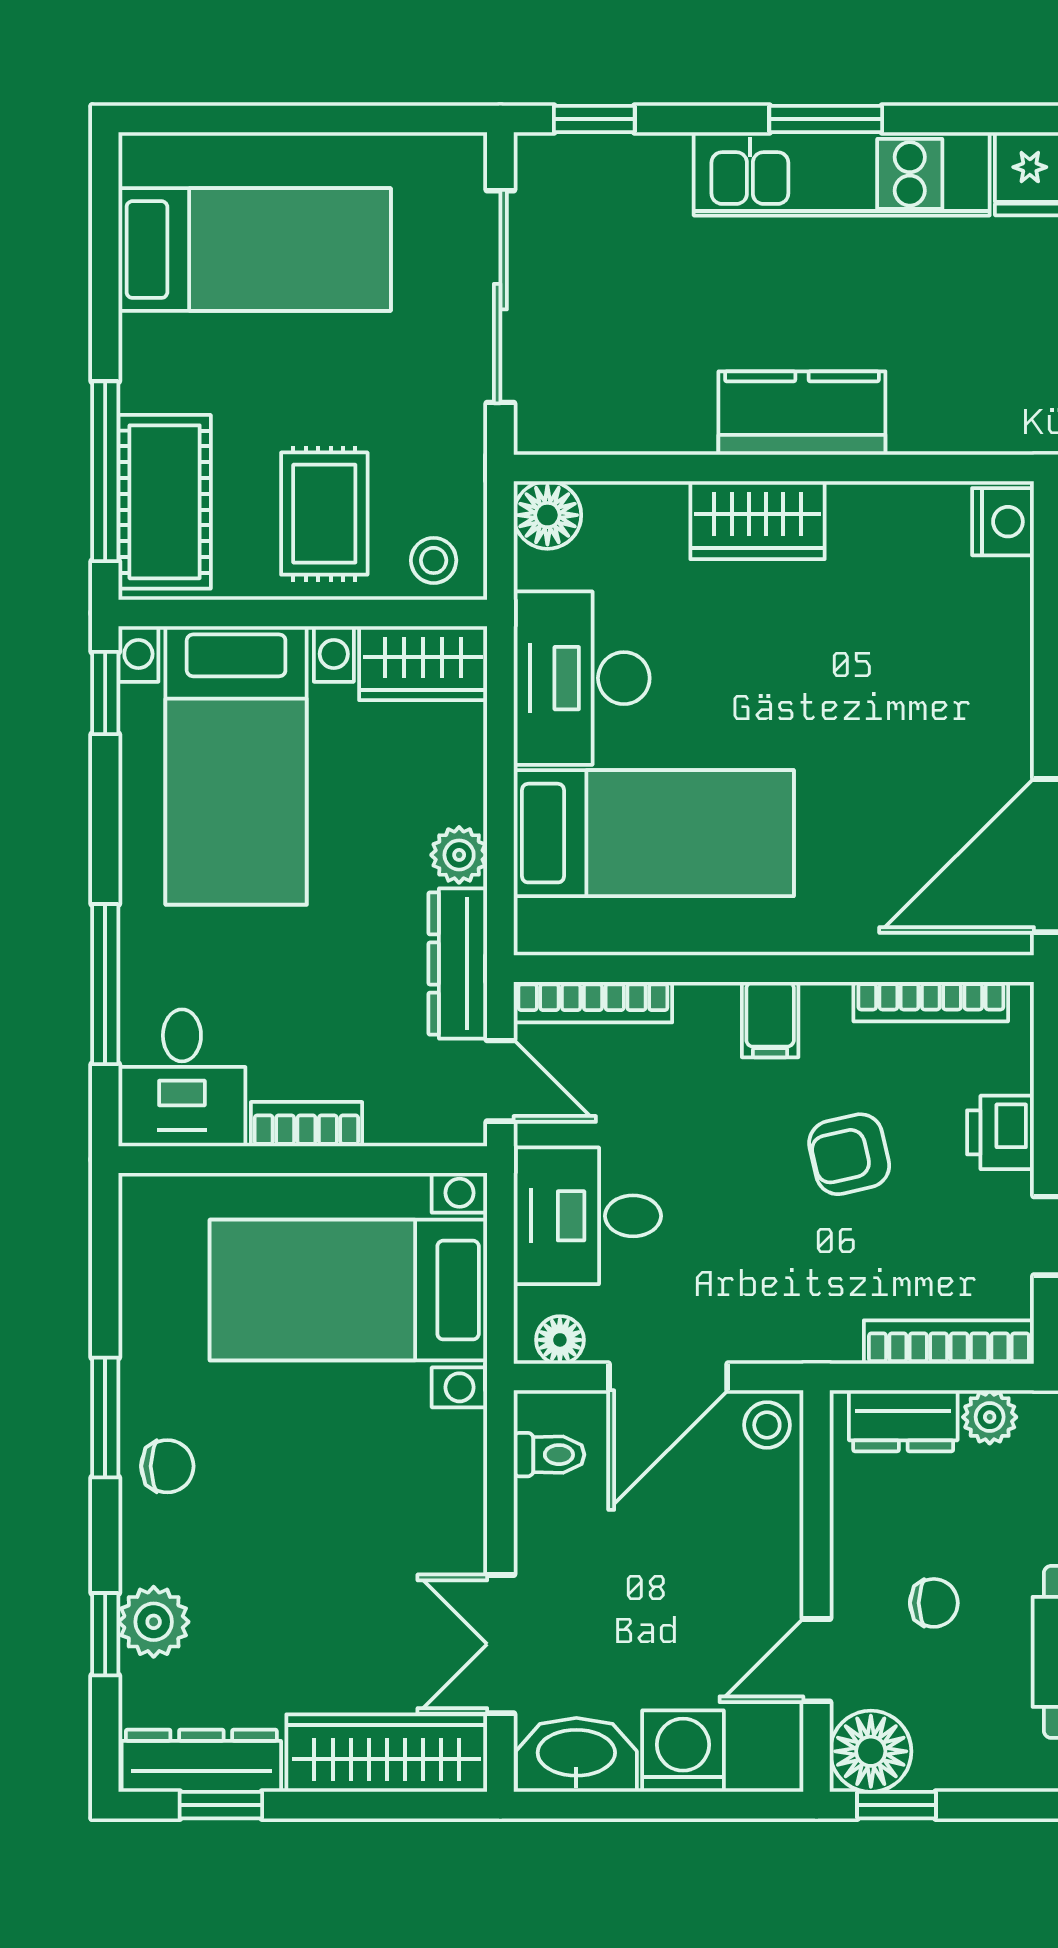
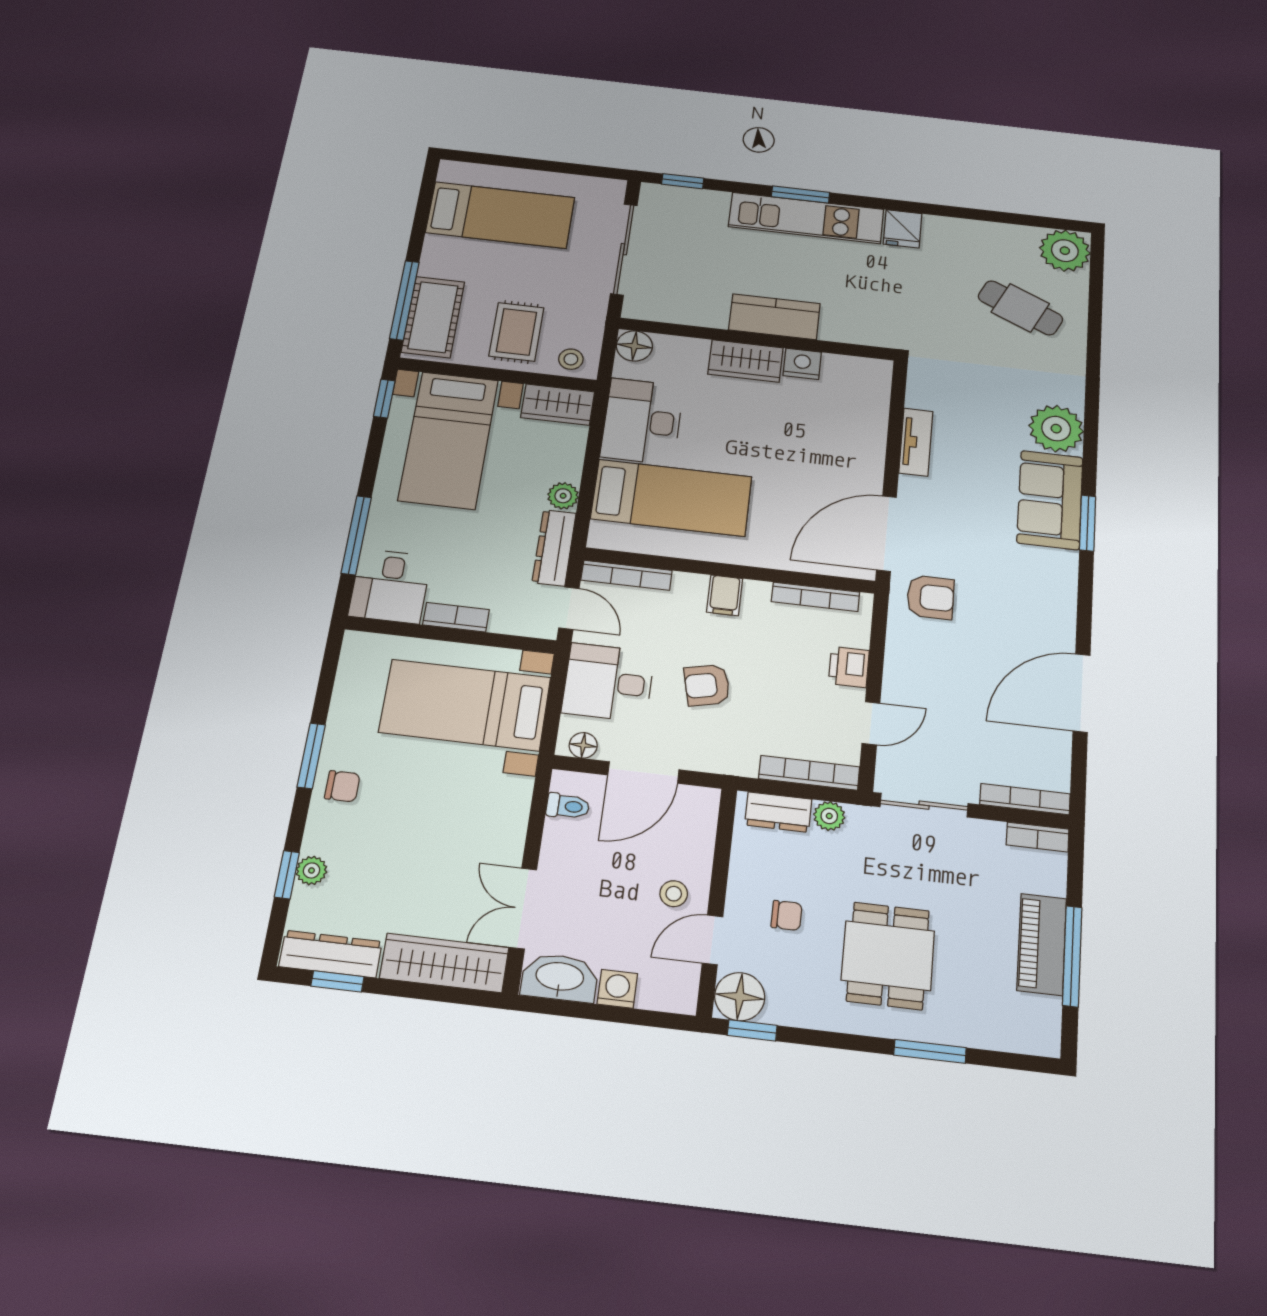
nightstand: (1003, 522) -> (802, 364), moved, turned -90
armchair: (849, 1154) -> (707, 685), moved
stool: (767, 1425) -> (674, 894), moved
plant: (154, 1622) -> (311, 870), width x0.73, depth x0.73
washing machine: (683, 1751) -> (617, 989), width x0.73, depth x0.73

